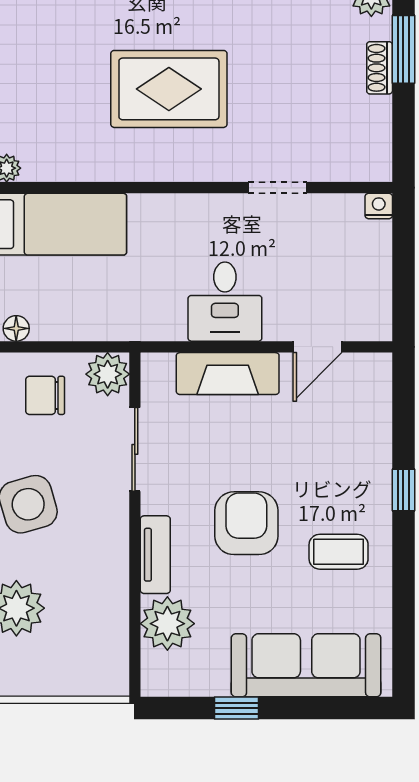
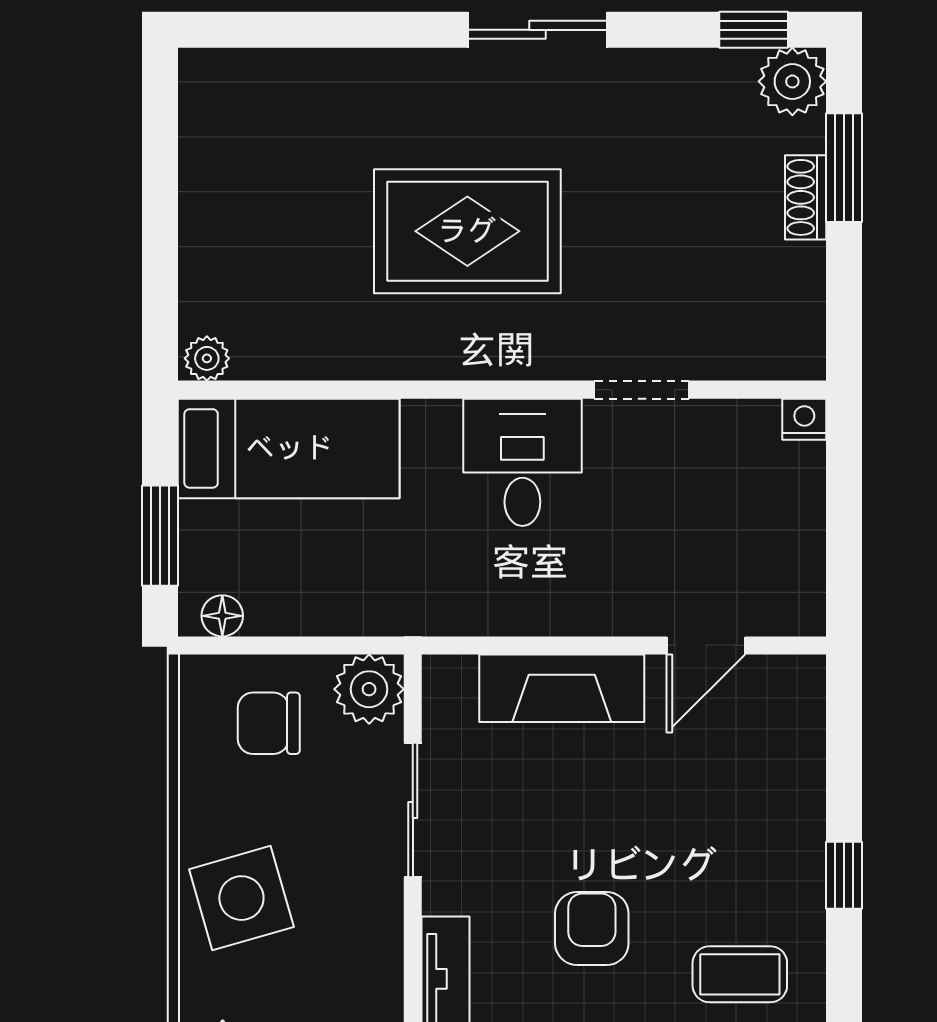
desk: (225, 302) -> (522, 462), moved, turned 180
armchair: (246, 523) -> (592, 929), width x0.72, depth x0.72

